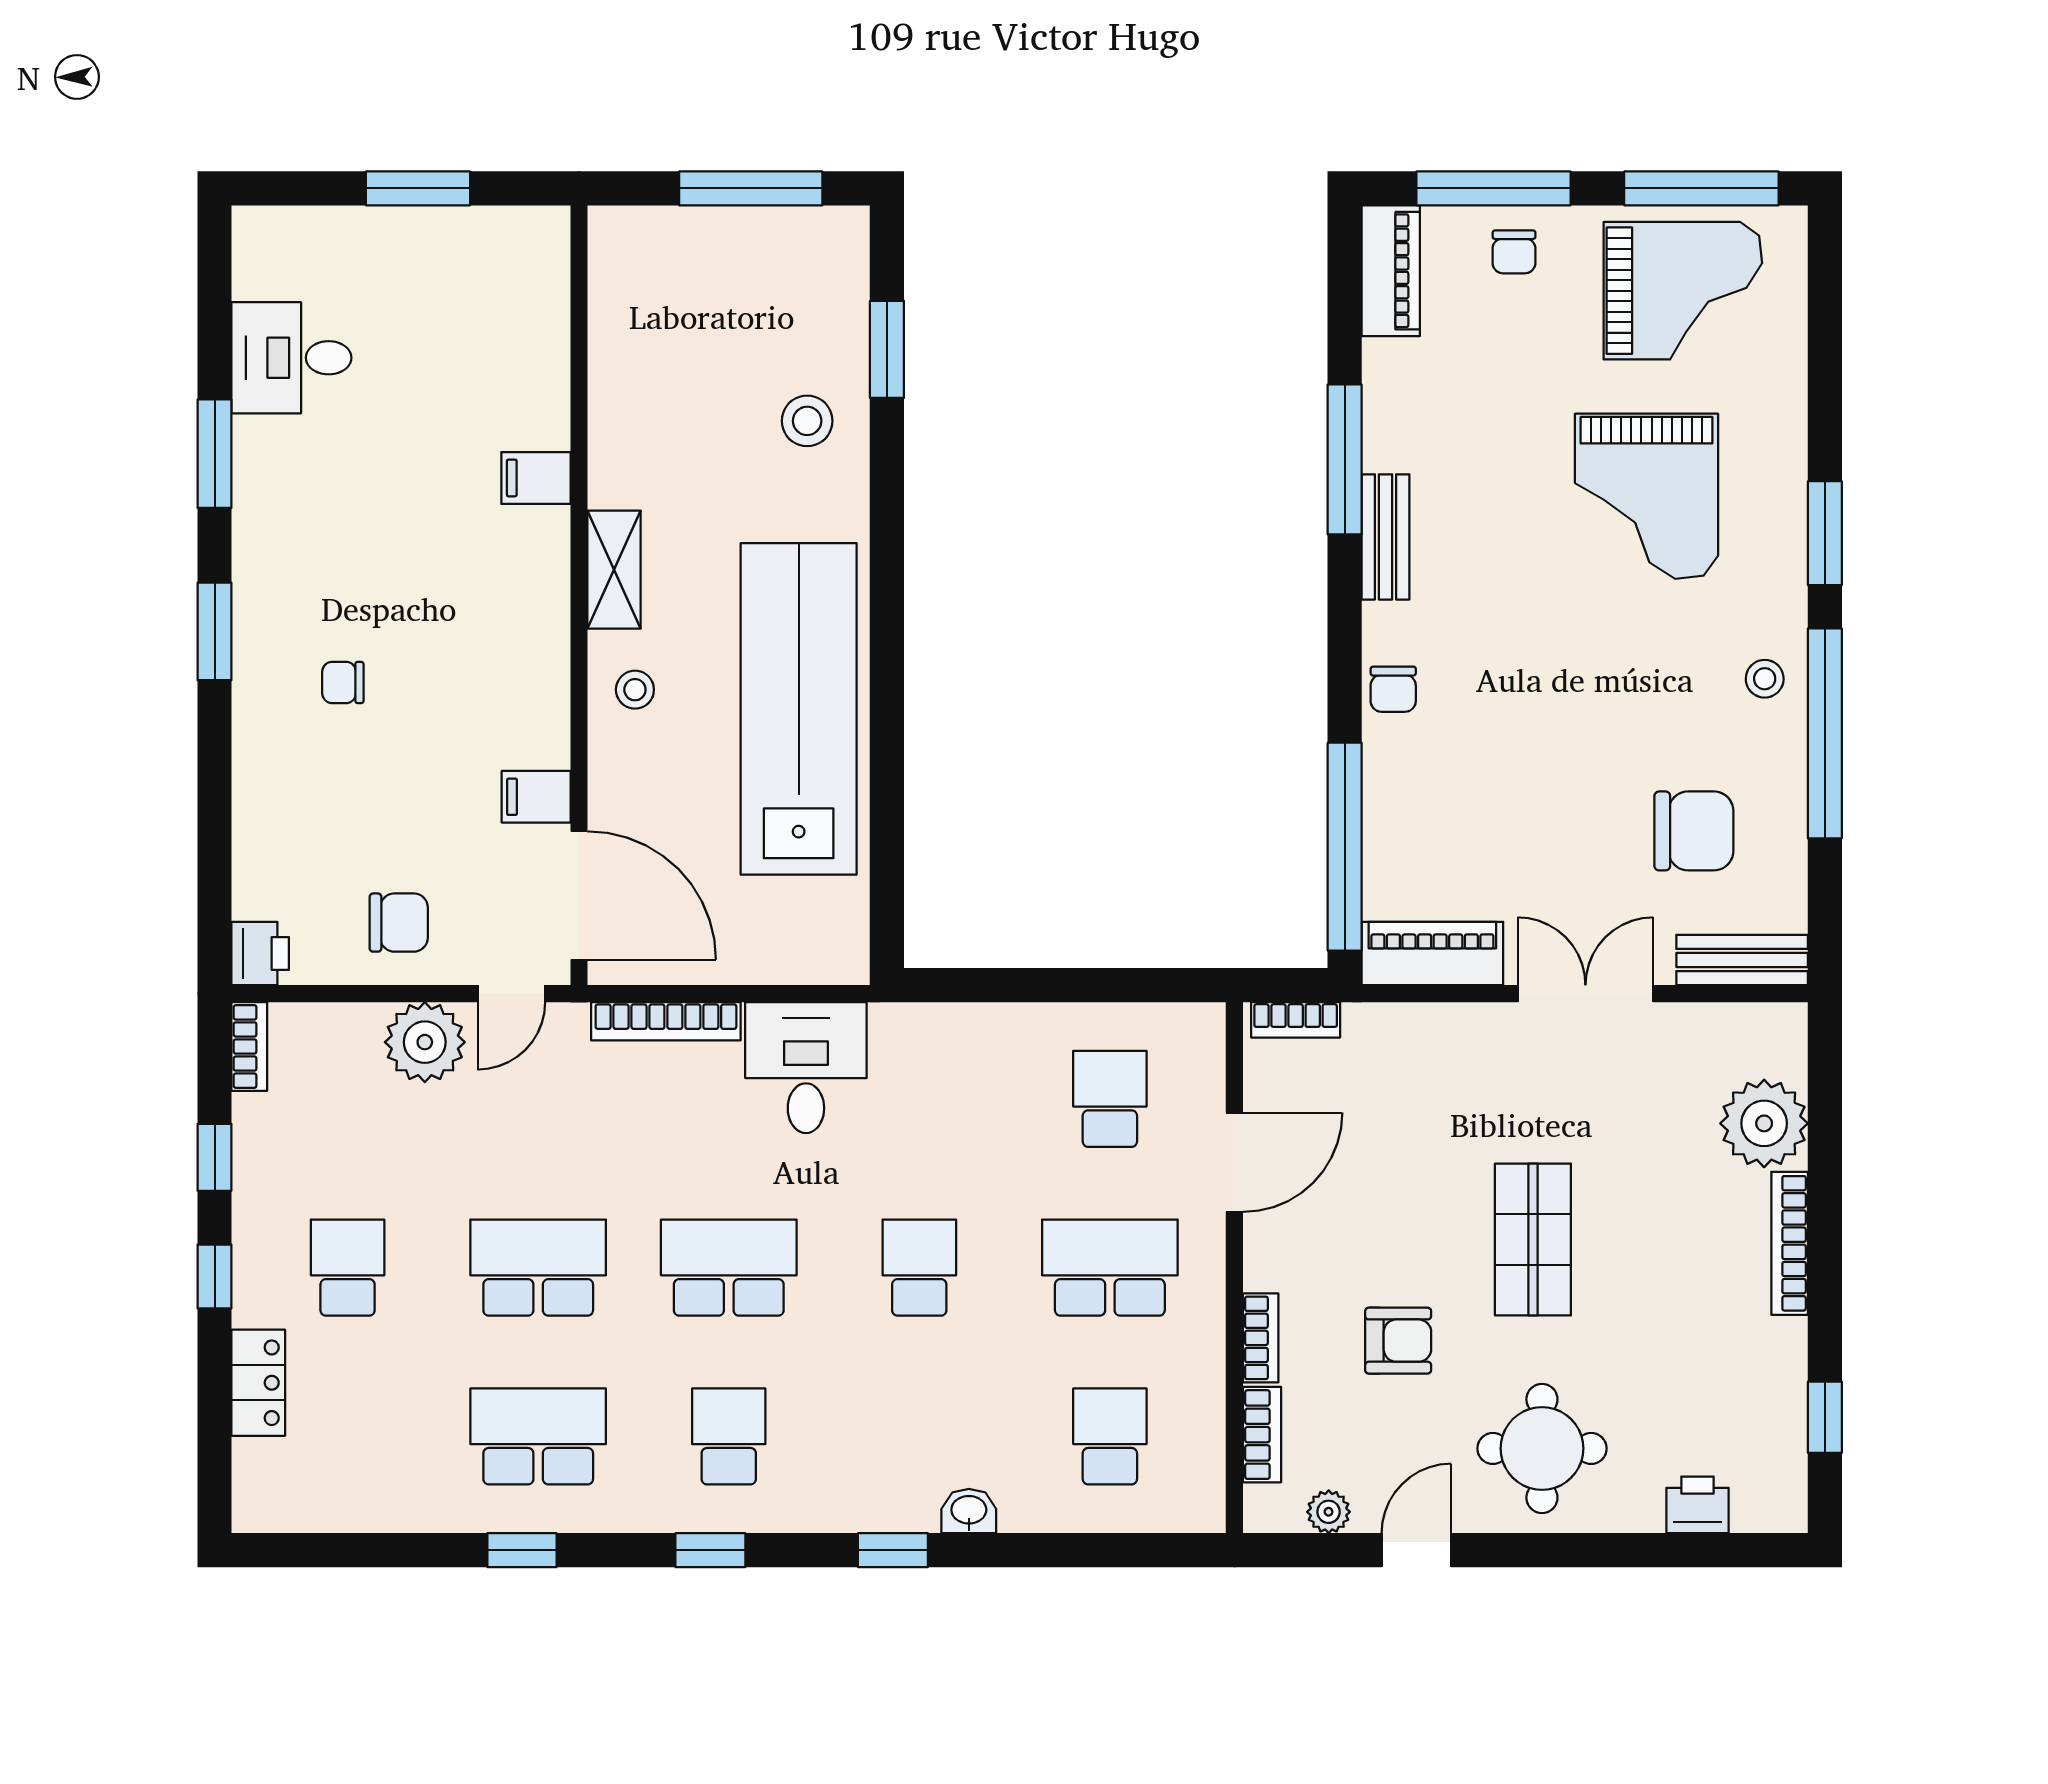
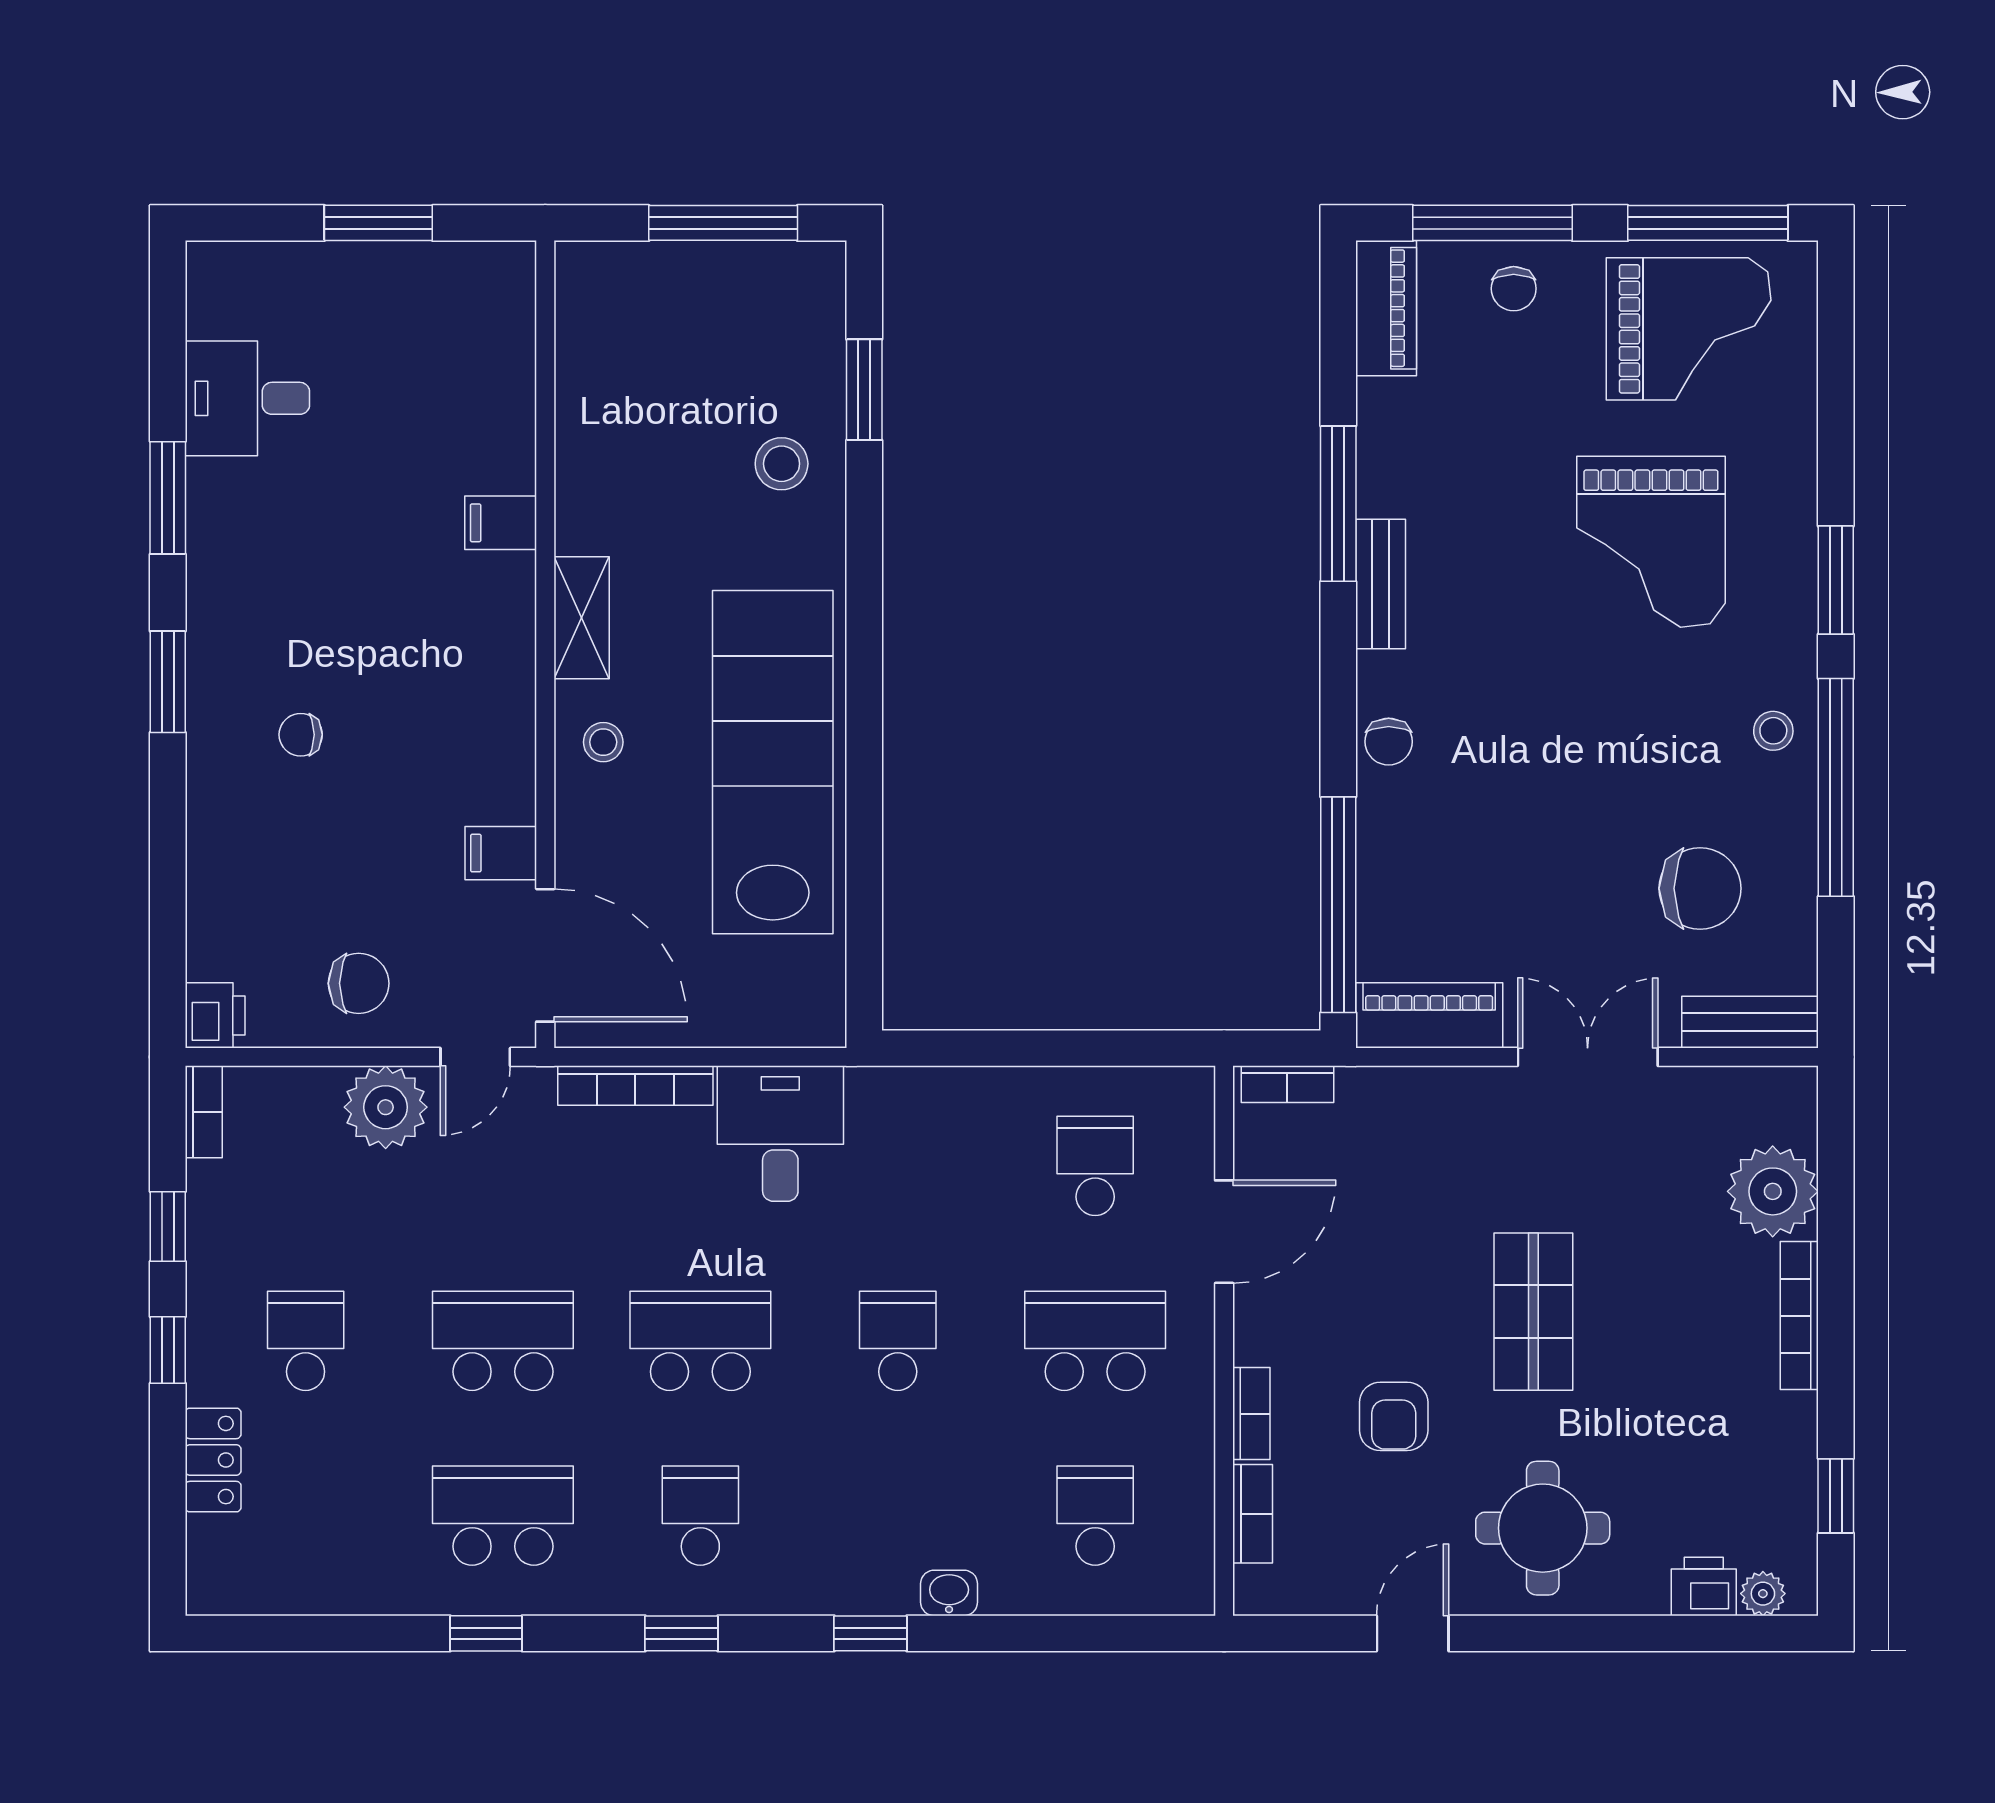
armchair: (1398, 1341) -> (1394, 1416), turned 90
plant: (1329, 1512) -> (1763, 1594), moved

